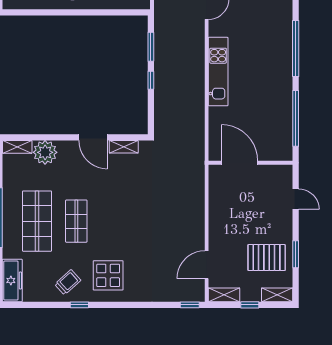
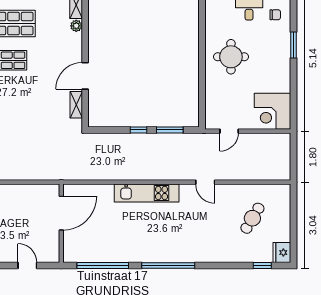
plant: (45, 152) -> (76, 26), width x0.53, depth x0.53
door: (296, 199) -> (27, 266), swing flipped

